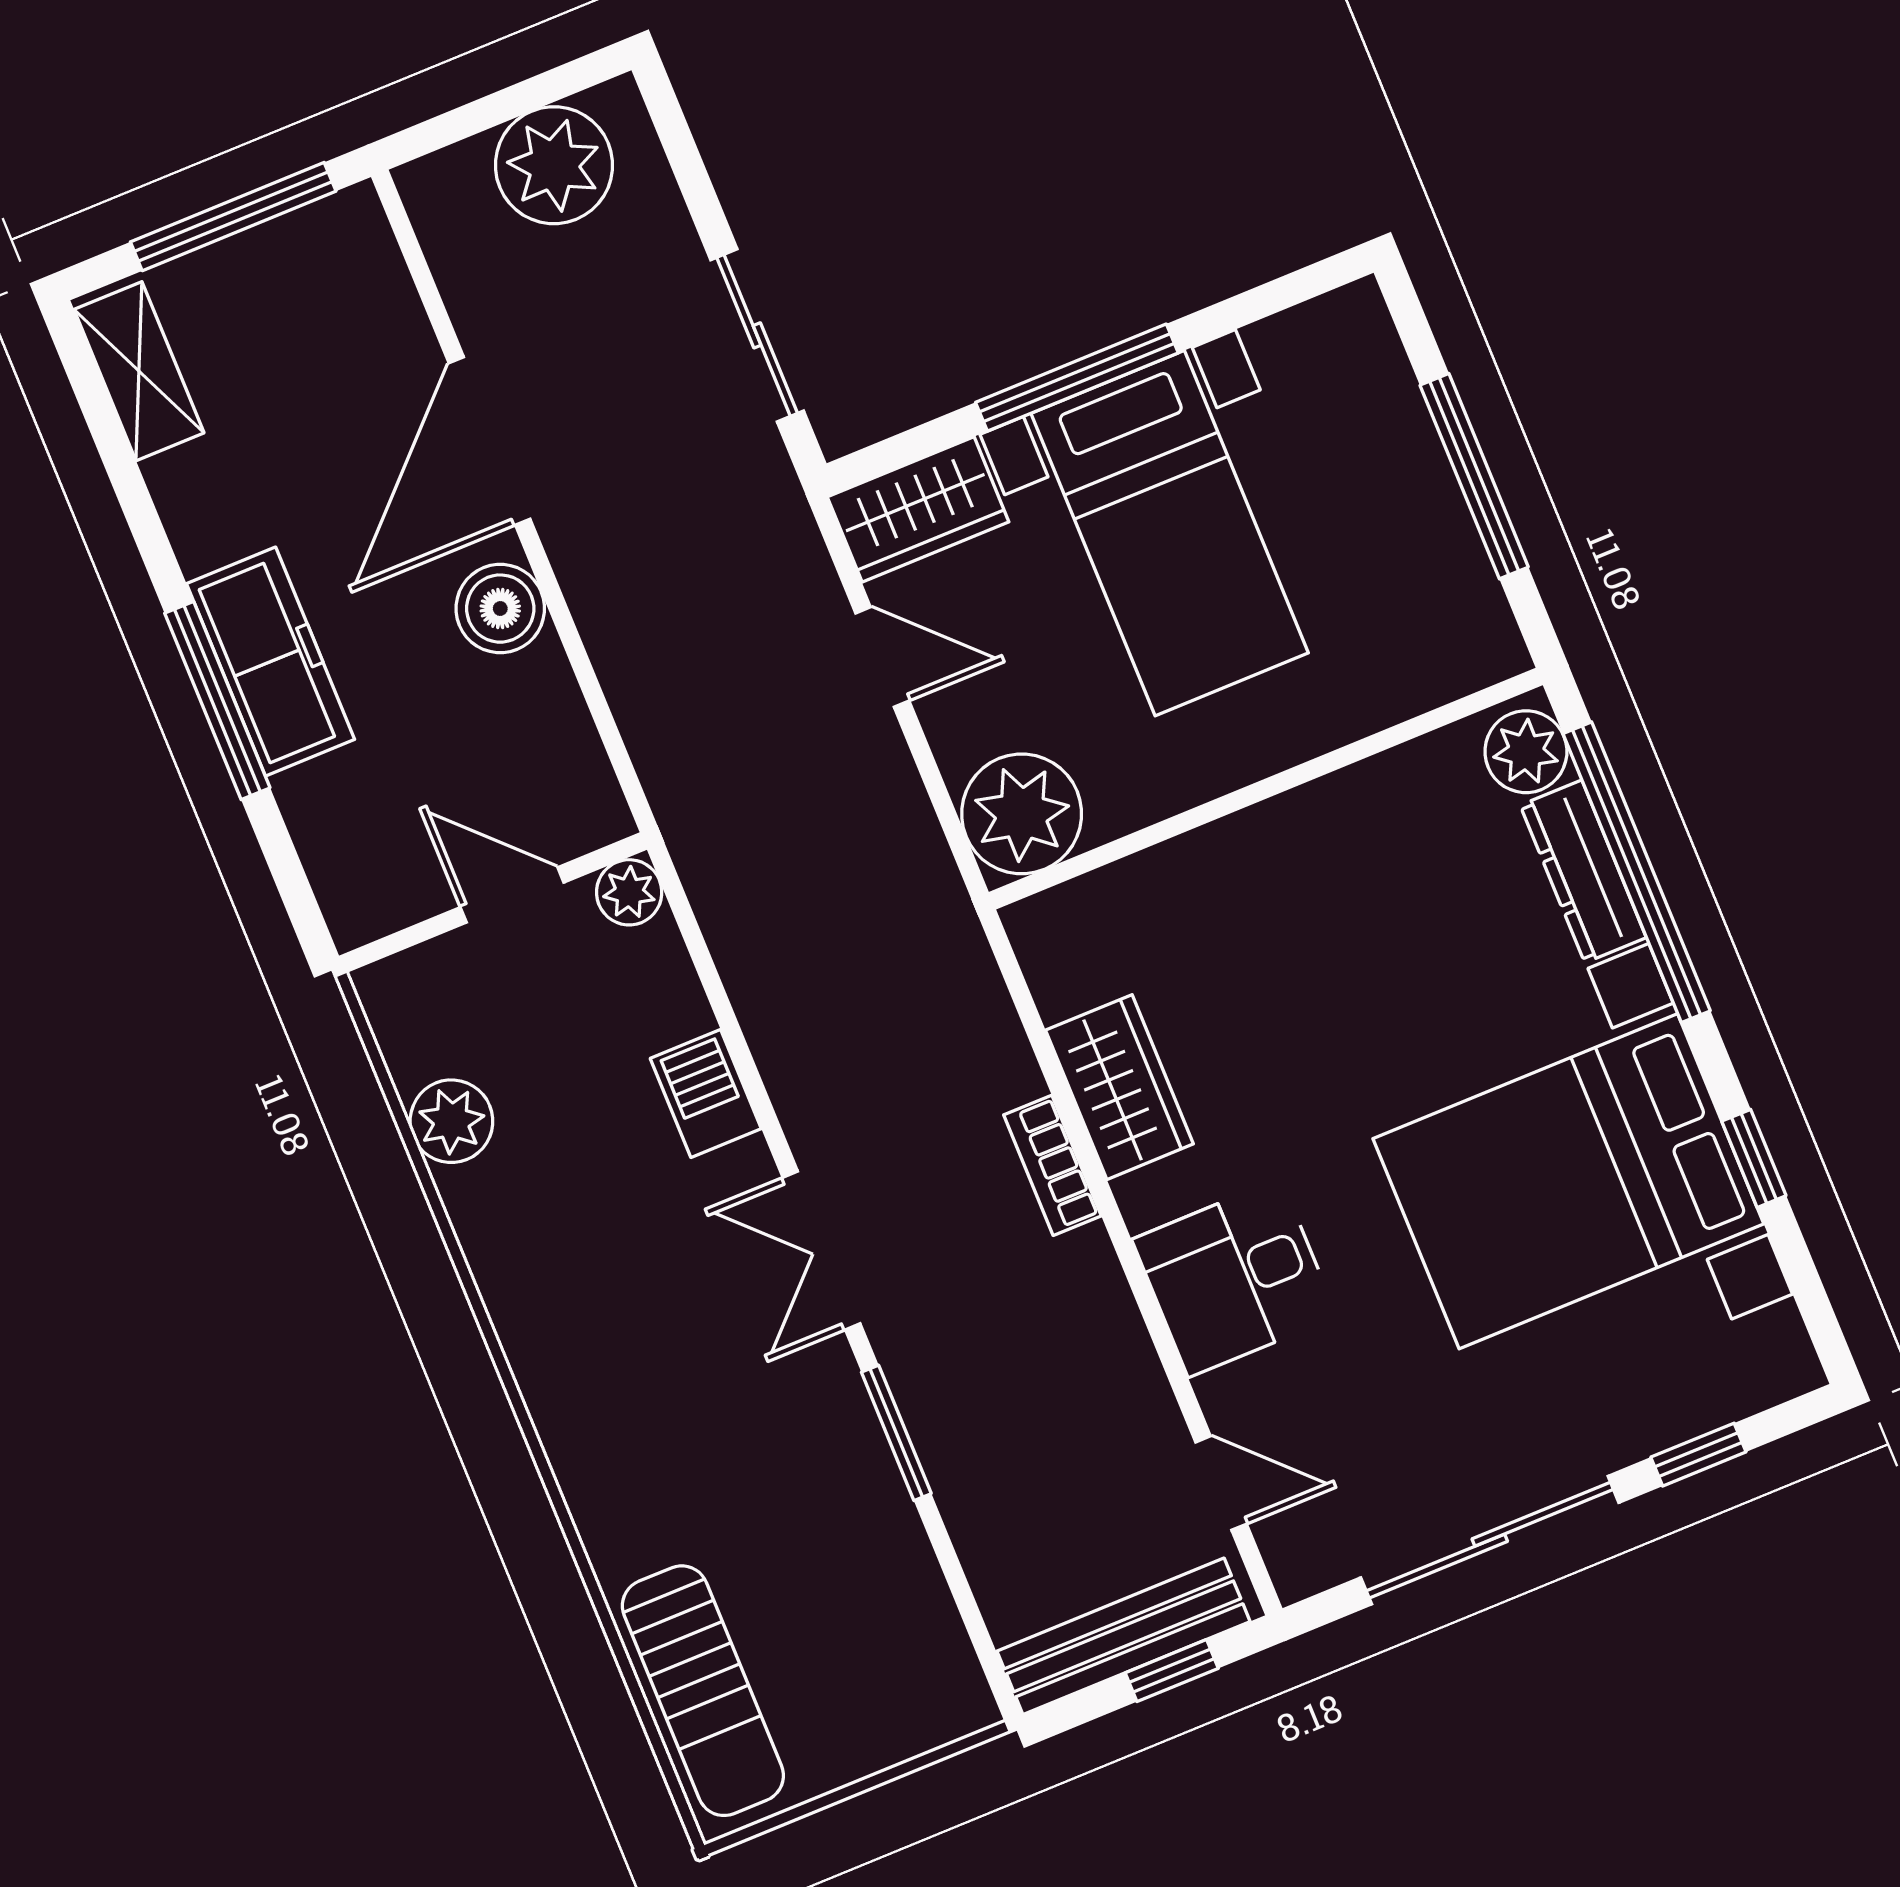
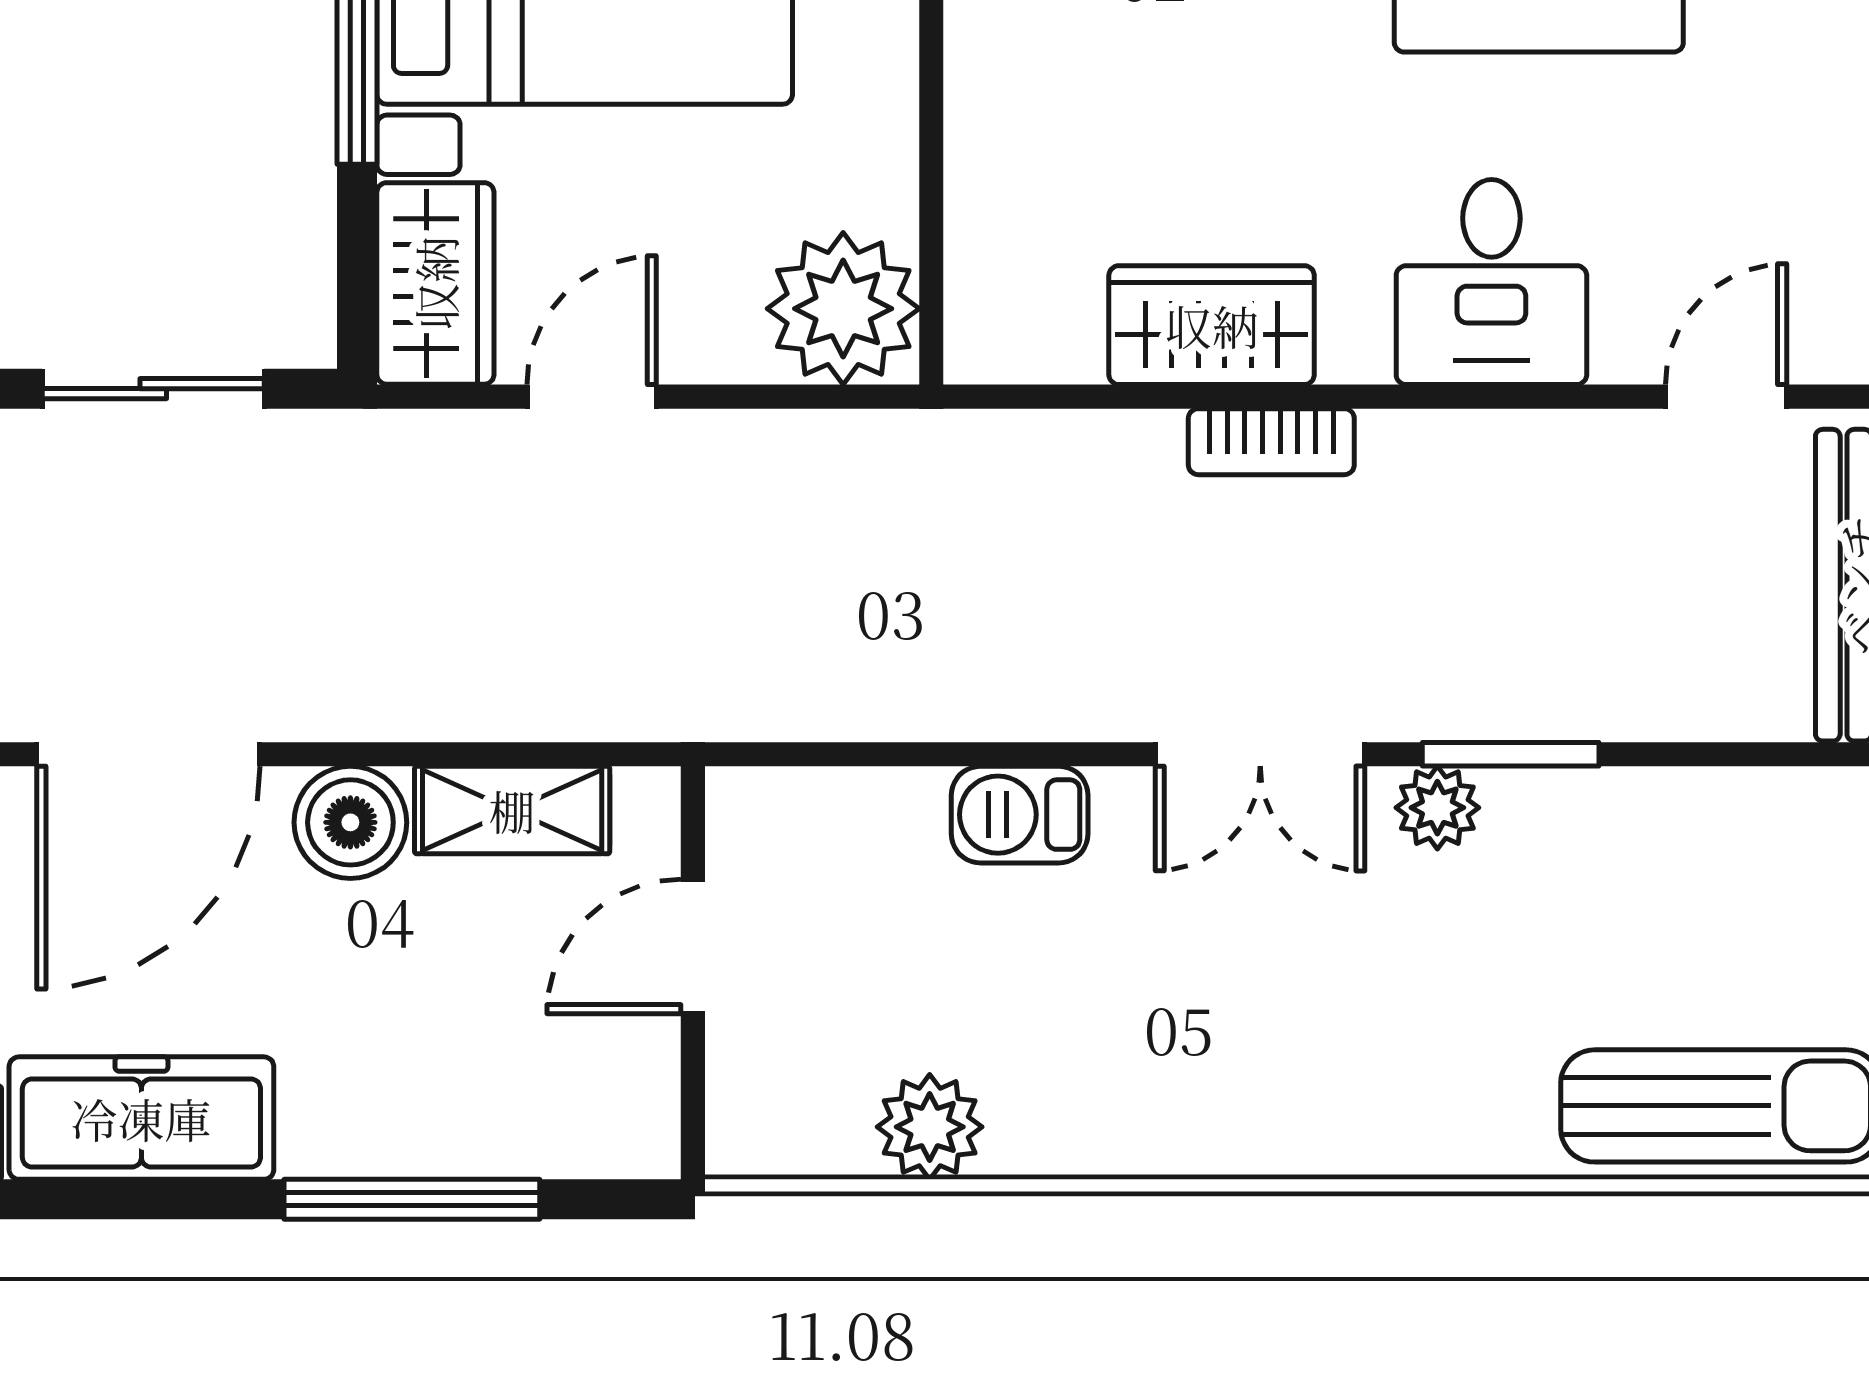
door: (490, 441) -> (148, 754), hinge flipped
freezer: (270, 662) -> (141, 1118), moved
window: (217, 701) -> (412, 1199), moved
shelving: (558, 723) -> (512, 810), added
plant: (629, 892) -> (1437, 808), moved

